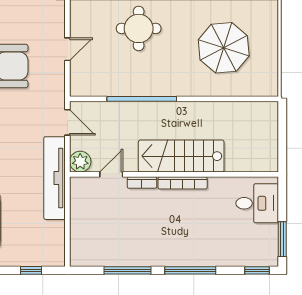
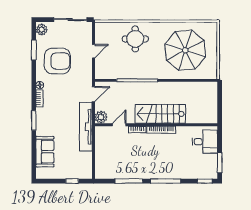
parasol: (224, 48) -> (185, 50), width x1.36, depth x1.36
door: (67, 122) -> (93, 94), hinge flipped

